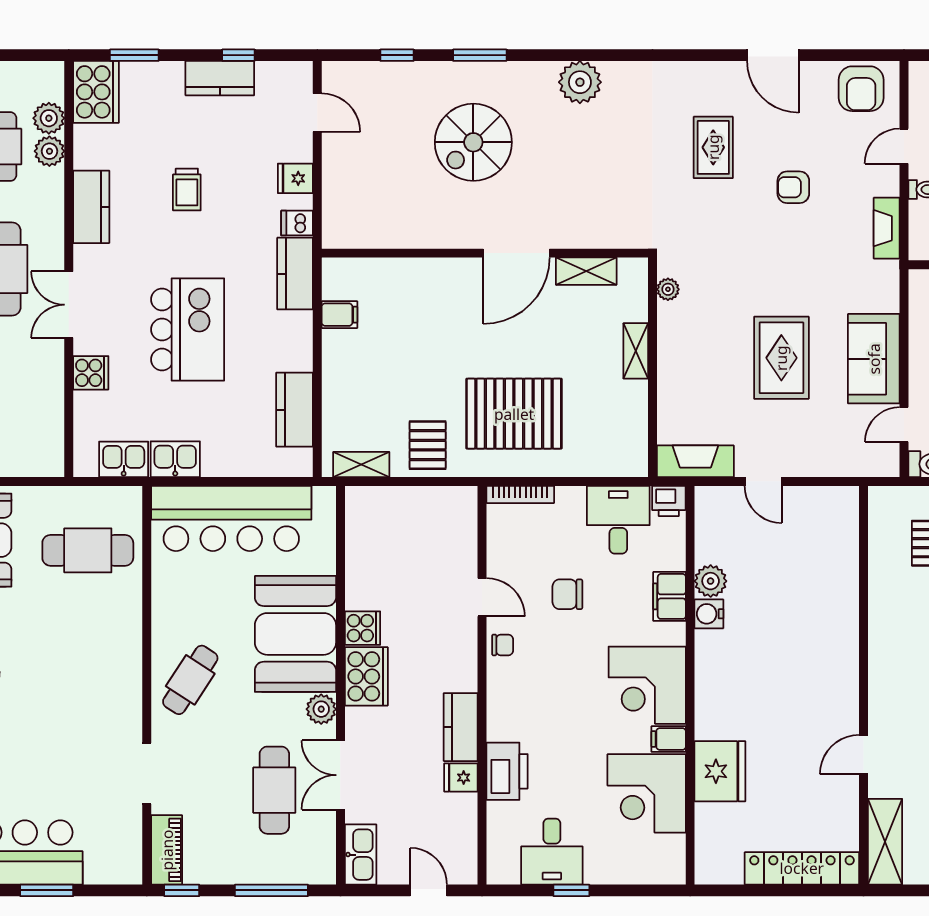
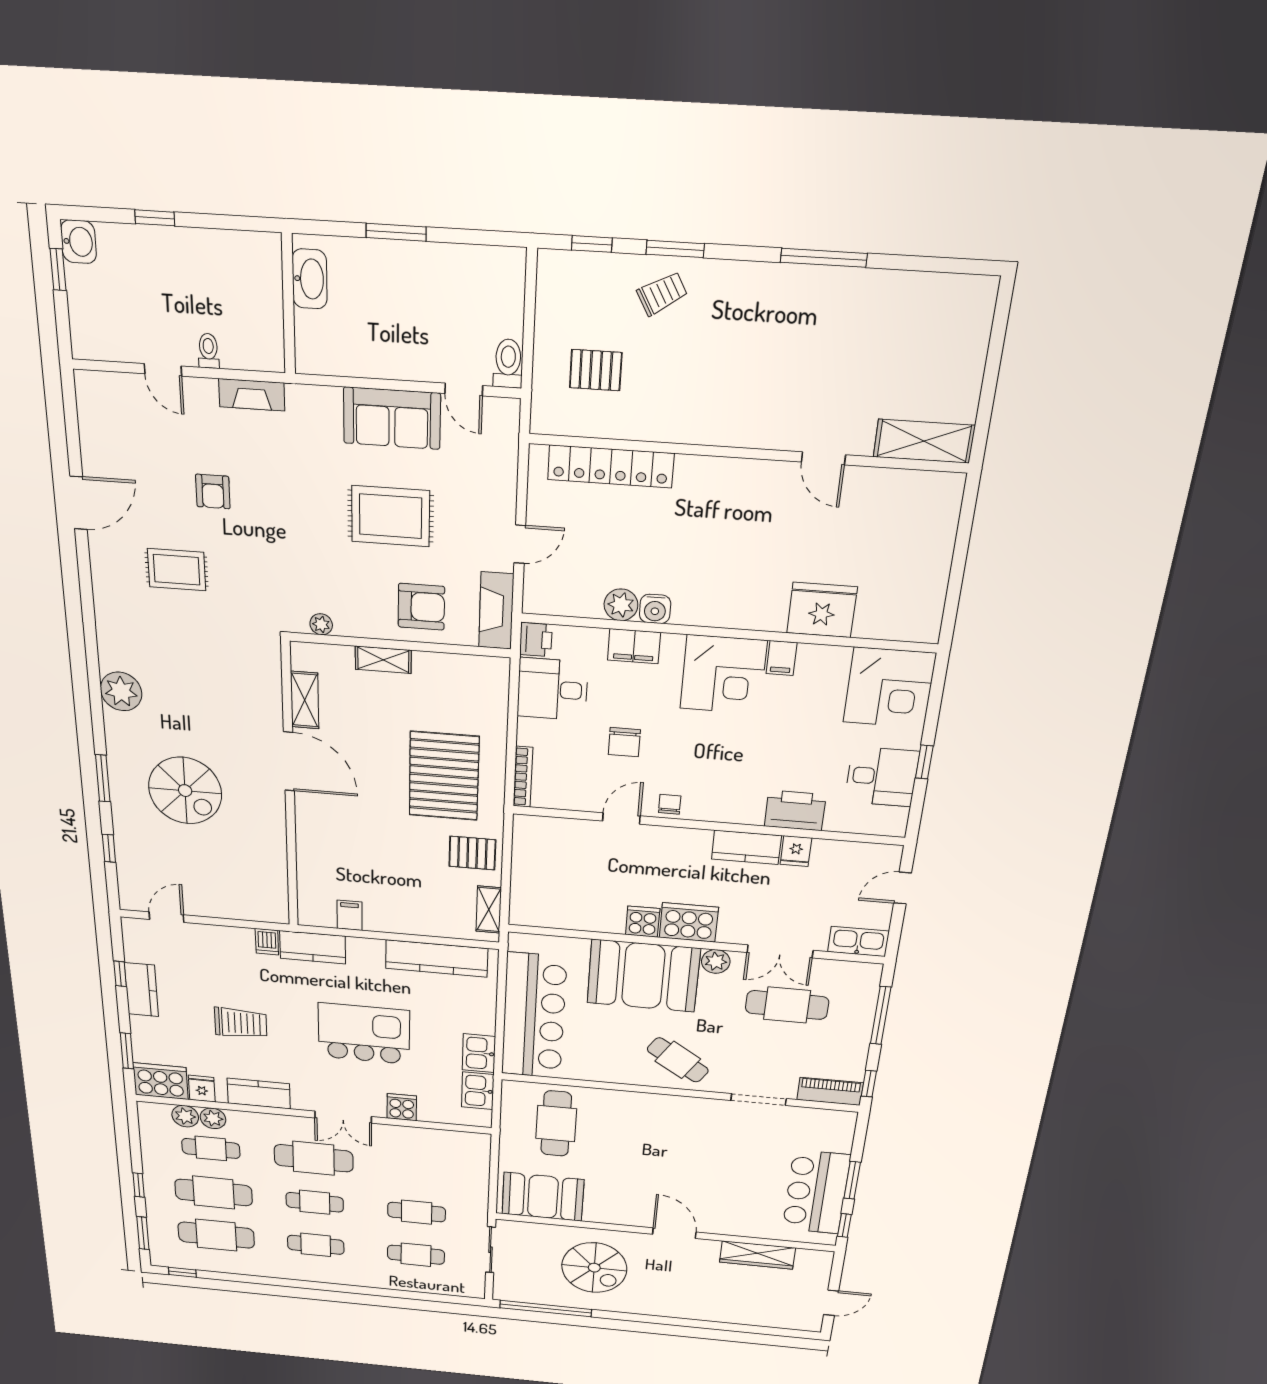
armchair: (861, 89) -> (421, 607), moved
fridge: (295, 178) -> (202, 1089), moved, turned 180
trolley: (187, 190) -> (241, 1023), width x1.36, depth x1.39
kitchen counter: (295, 410) -> (437, 958), width x1.50
corner desk: (647, 793) -> (889, 688), moved
locker: (802, 868) -> (611, 466), moved, turned -90

